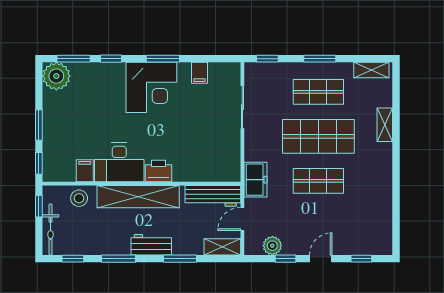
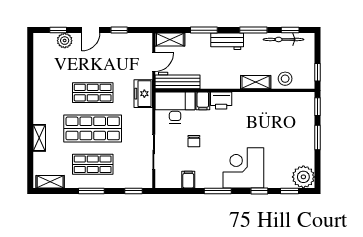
window: (74, 59) -> (290, 191), width x0.67
corner desk: (151, 87) -> (243, 168), moved
chair: (192, 120) -> (194, 141), added
desk: (119, 162) -> (175, 107), moved
filing cabinet: (85, 171) -> (203, 101), moved
shelving: (138, 197) -> (256, 82), width x0.45, depth x0.75
bicycle: (51, 229) -> (283, 39), moved, turned -90
plant: (272, 246) -> (65, 41), moved

